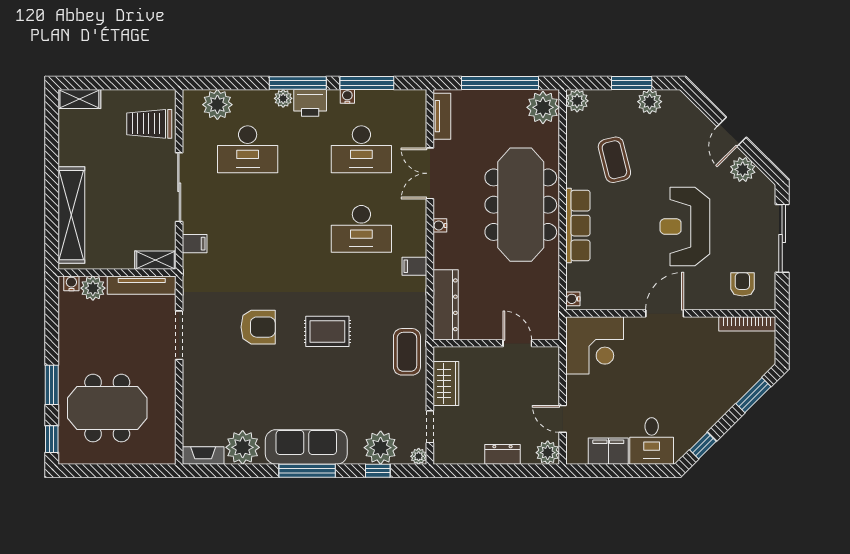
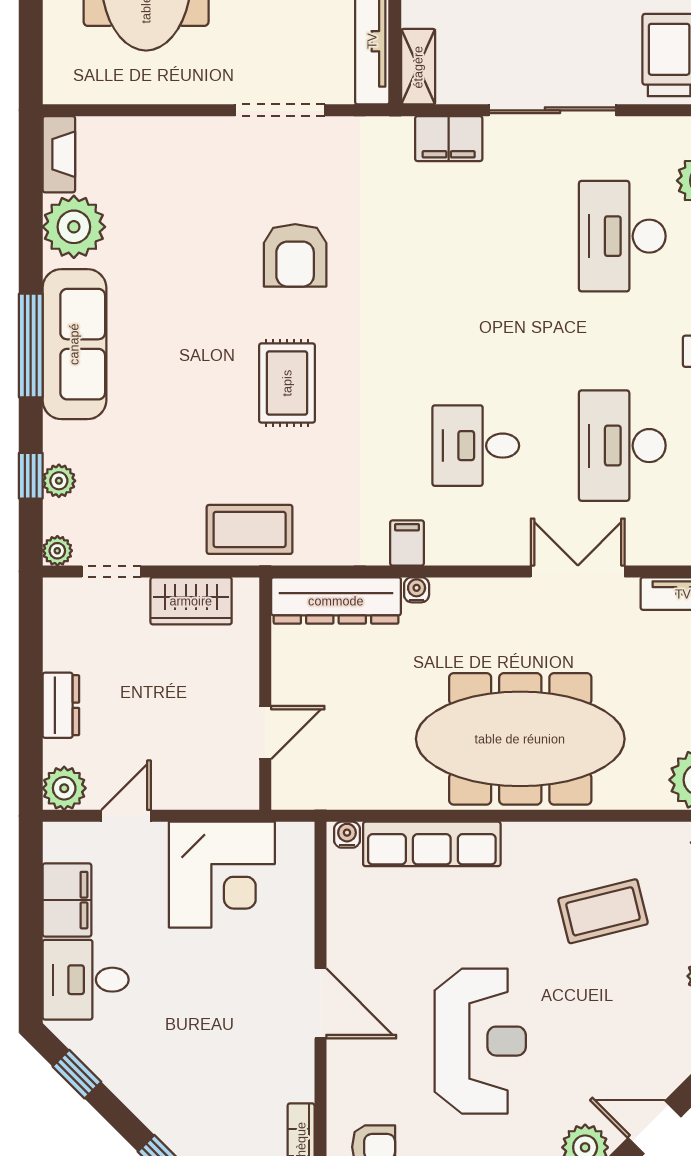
water cooler: (440, 225) -> (417, 590), moved
row of seats: (578, 226) -> (432, 844), moved
reception desk: (685, 226) -> (480, 1041), turned 90
desk: (361, 229) -> (476, 446), width x0.73
filing cabinet: (195, 244) -> (449, 139), width x2.00
corner desk: (595, 345) -> (222, 875), moved, turned -90
plant: (381, 448) -> (59, 481), width x0.53, depth x0.53

